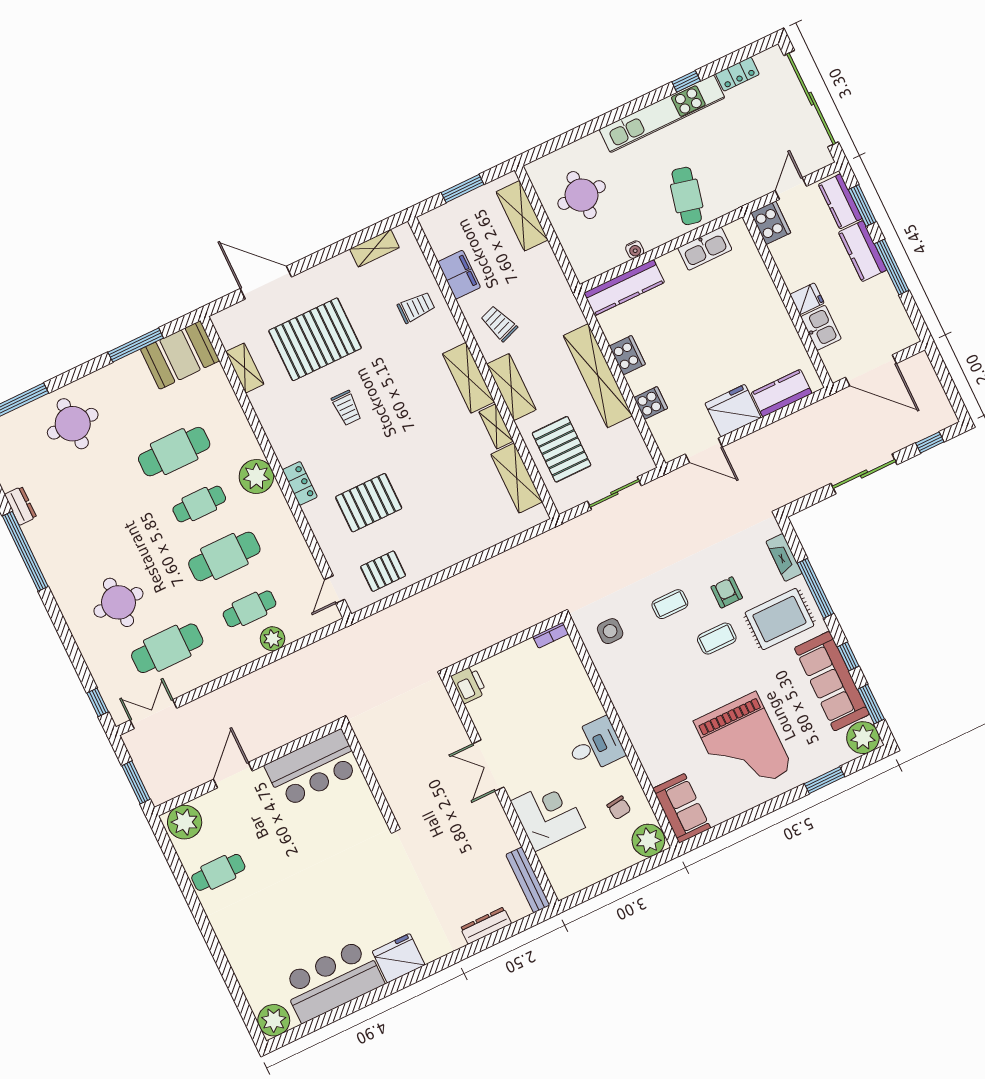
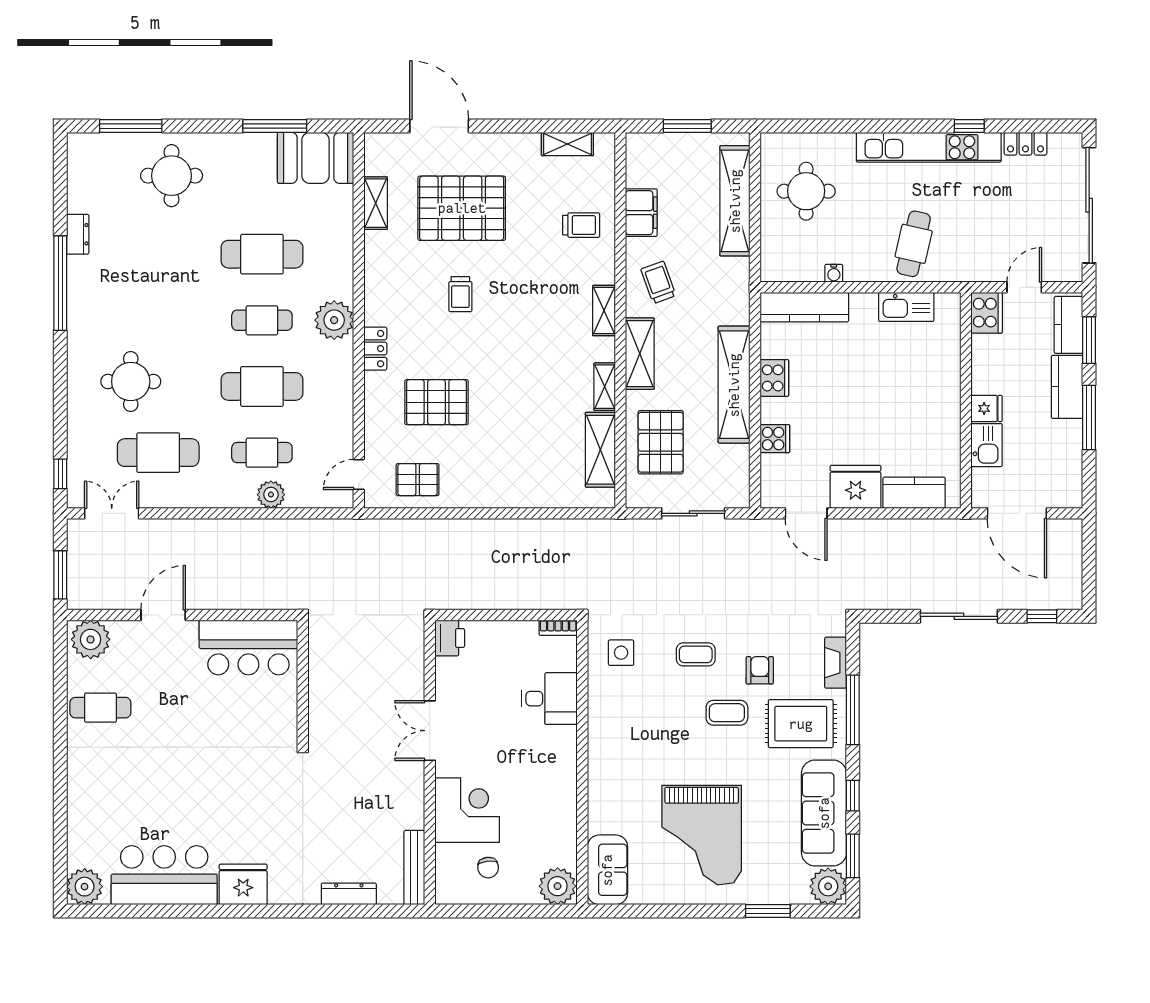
shelving: (522, 216) -> (735, 201), width x1.47
shelving: (468, 378) -> (604, 311), width x0.67, depth x0.75
desk: (595, 745) -> (549, 699), moved
chair: (619, 808) -> (488, 868), moved

